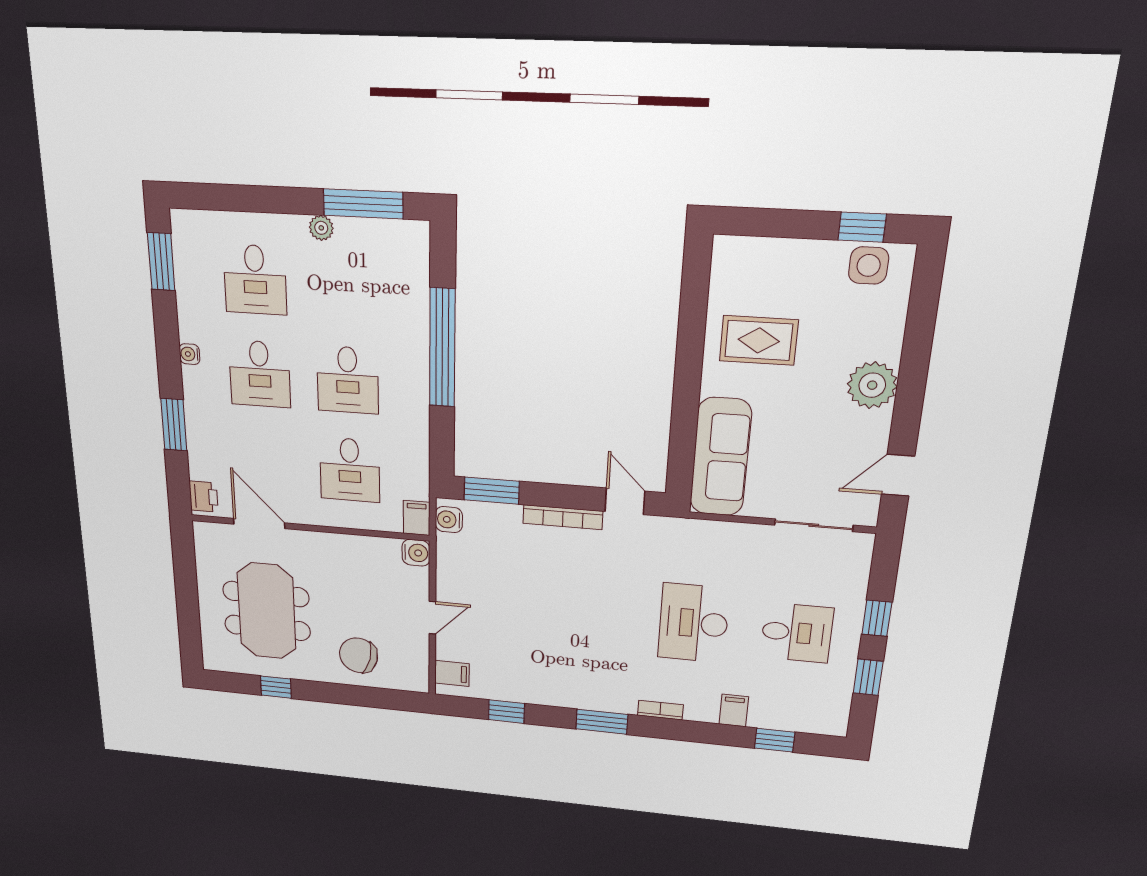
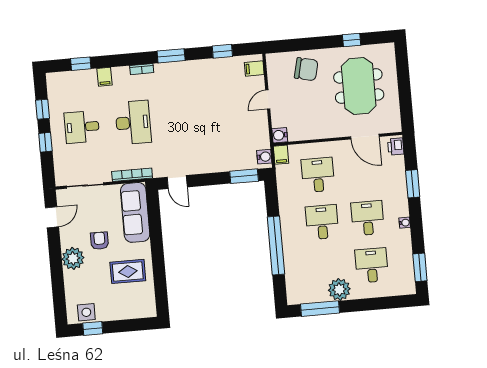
plant: (321, 228) -> (339, 289), width x1.87, depth x1.87
armchair: (807, 413) -> (100, 241), added
bookcase: (563, 517) -> (132, 175), moved

